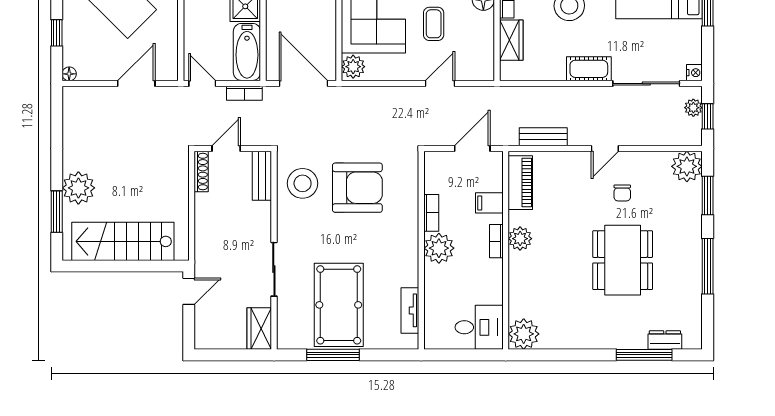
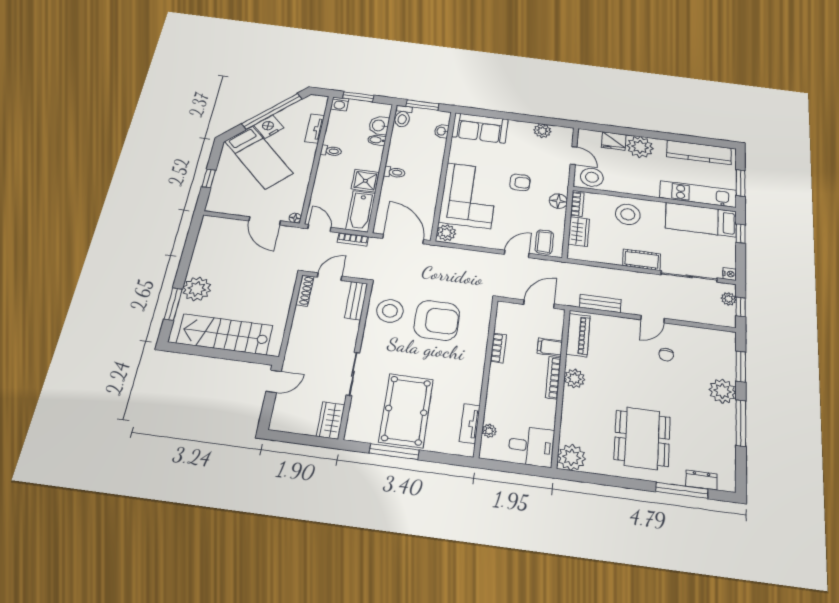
coffee table: (434, 24) -> (544, 242), moved
floor lamp: (69, 74) -> (295, 218), moved
door: (136, 84) -> (265, 221), swing flipped
plant: (687, 166) -> (722, 391), moved
bookcase: (496, 241) -> (553, 378), width x1.56
plant: (439, 248) -> (489, 431), moved, width x0.53, depth x0.53
dining table: (623, 260) -> (642, 438), moved

